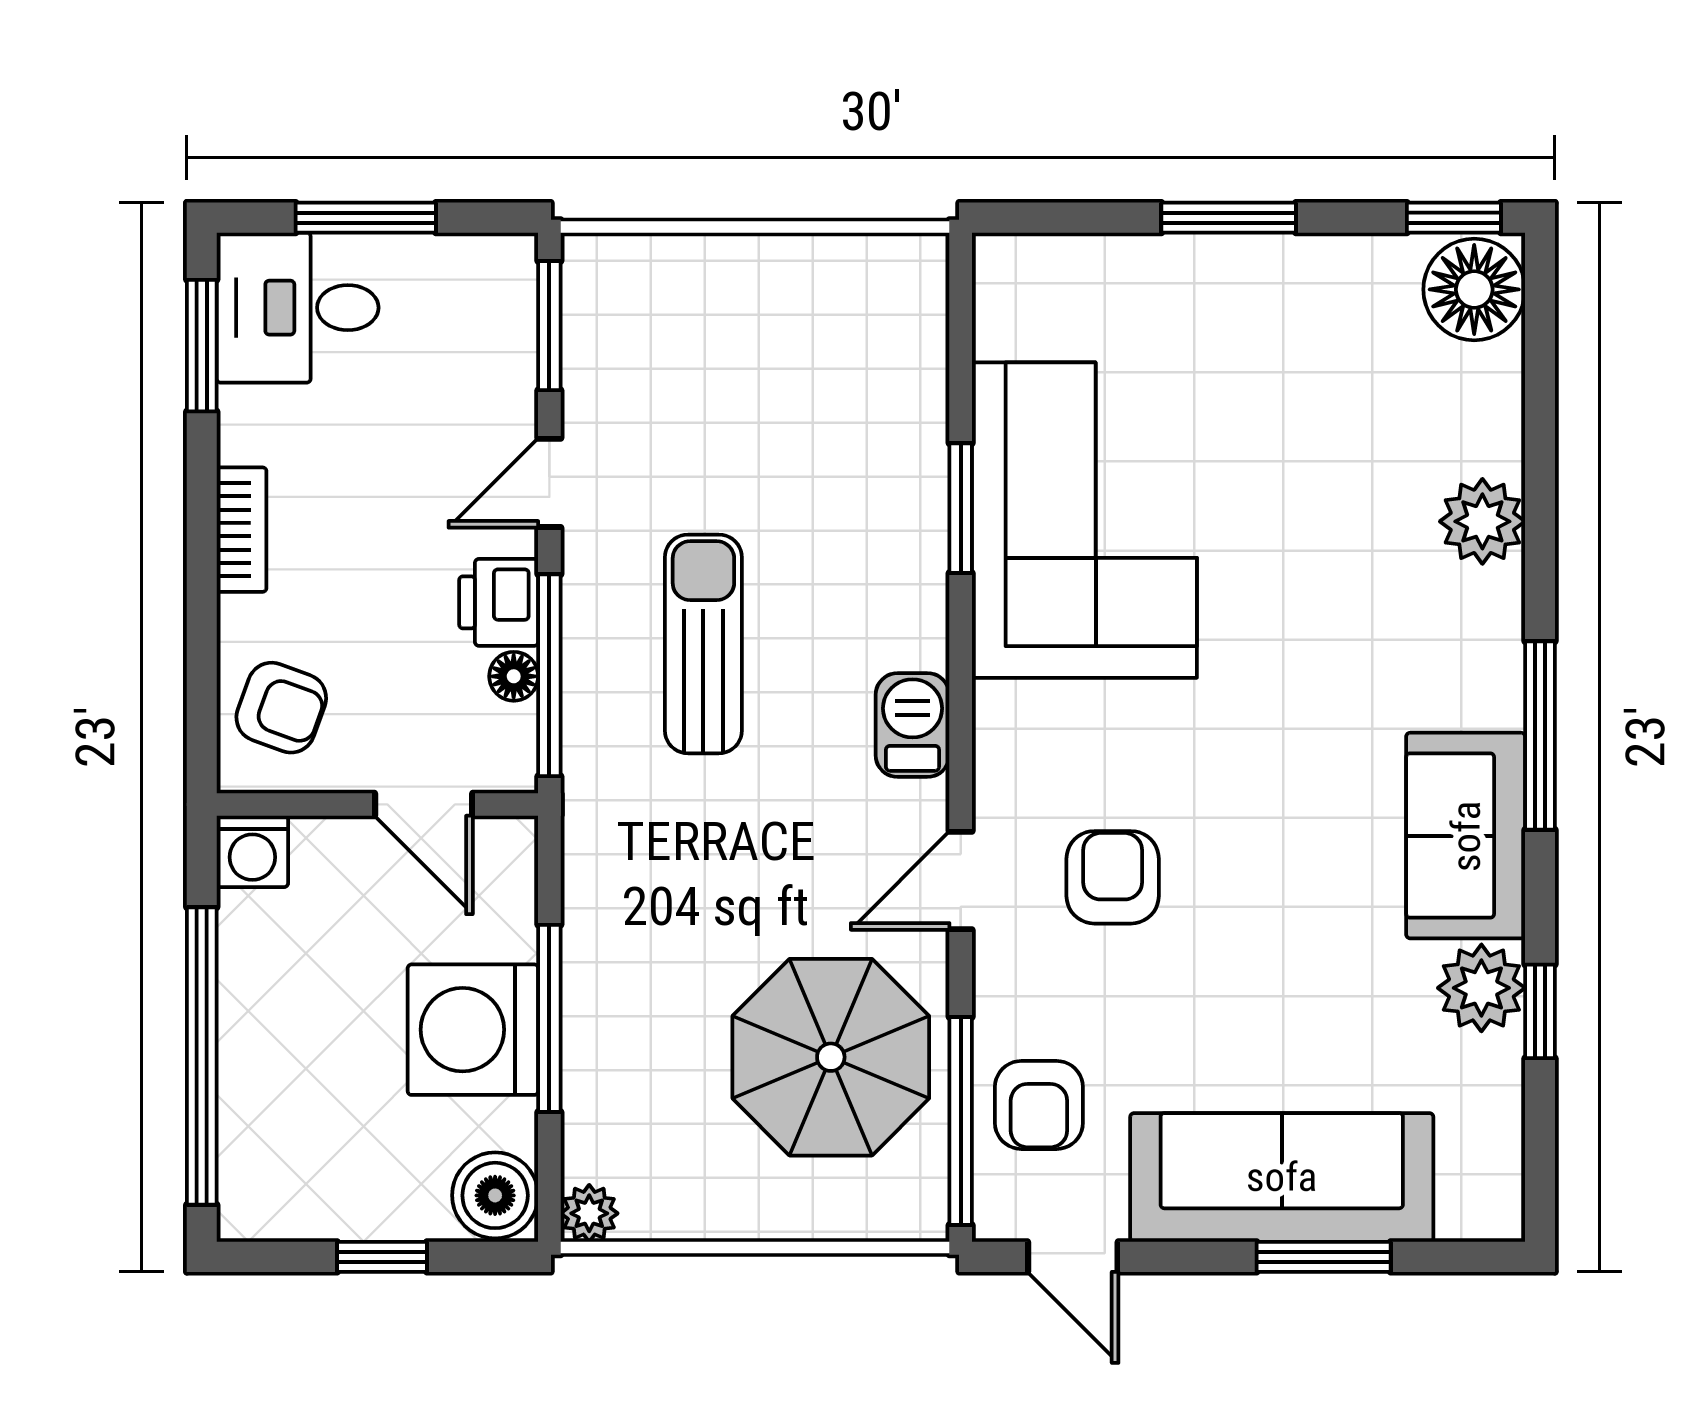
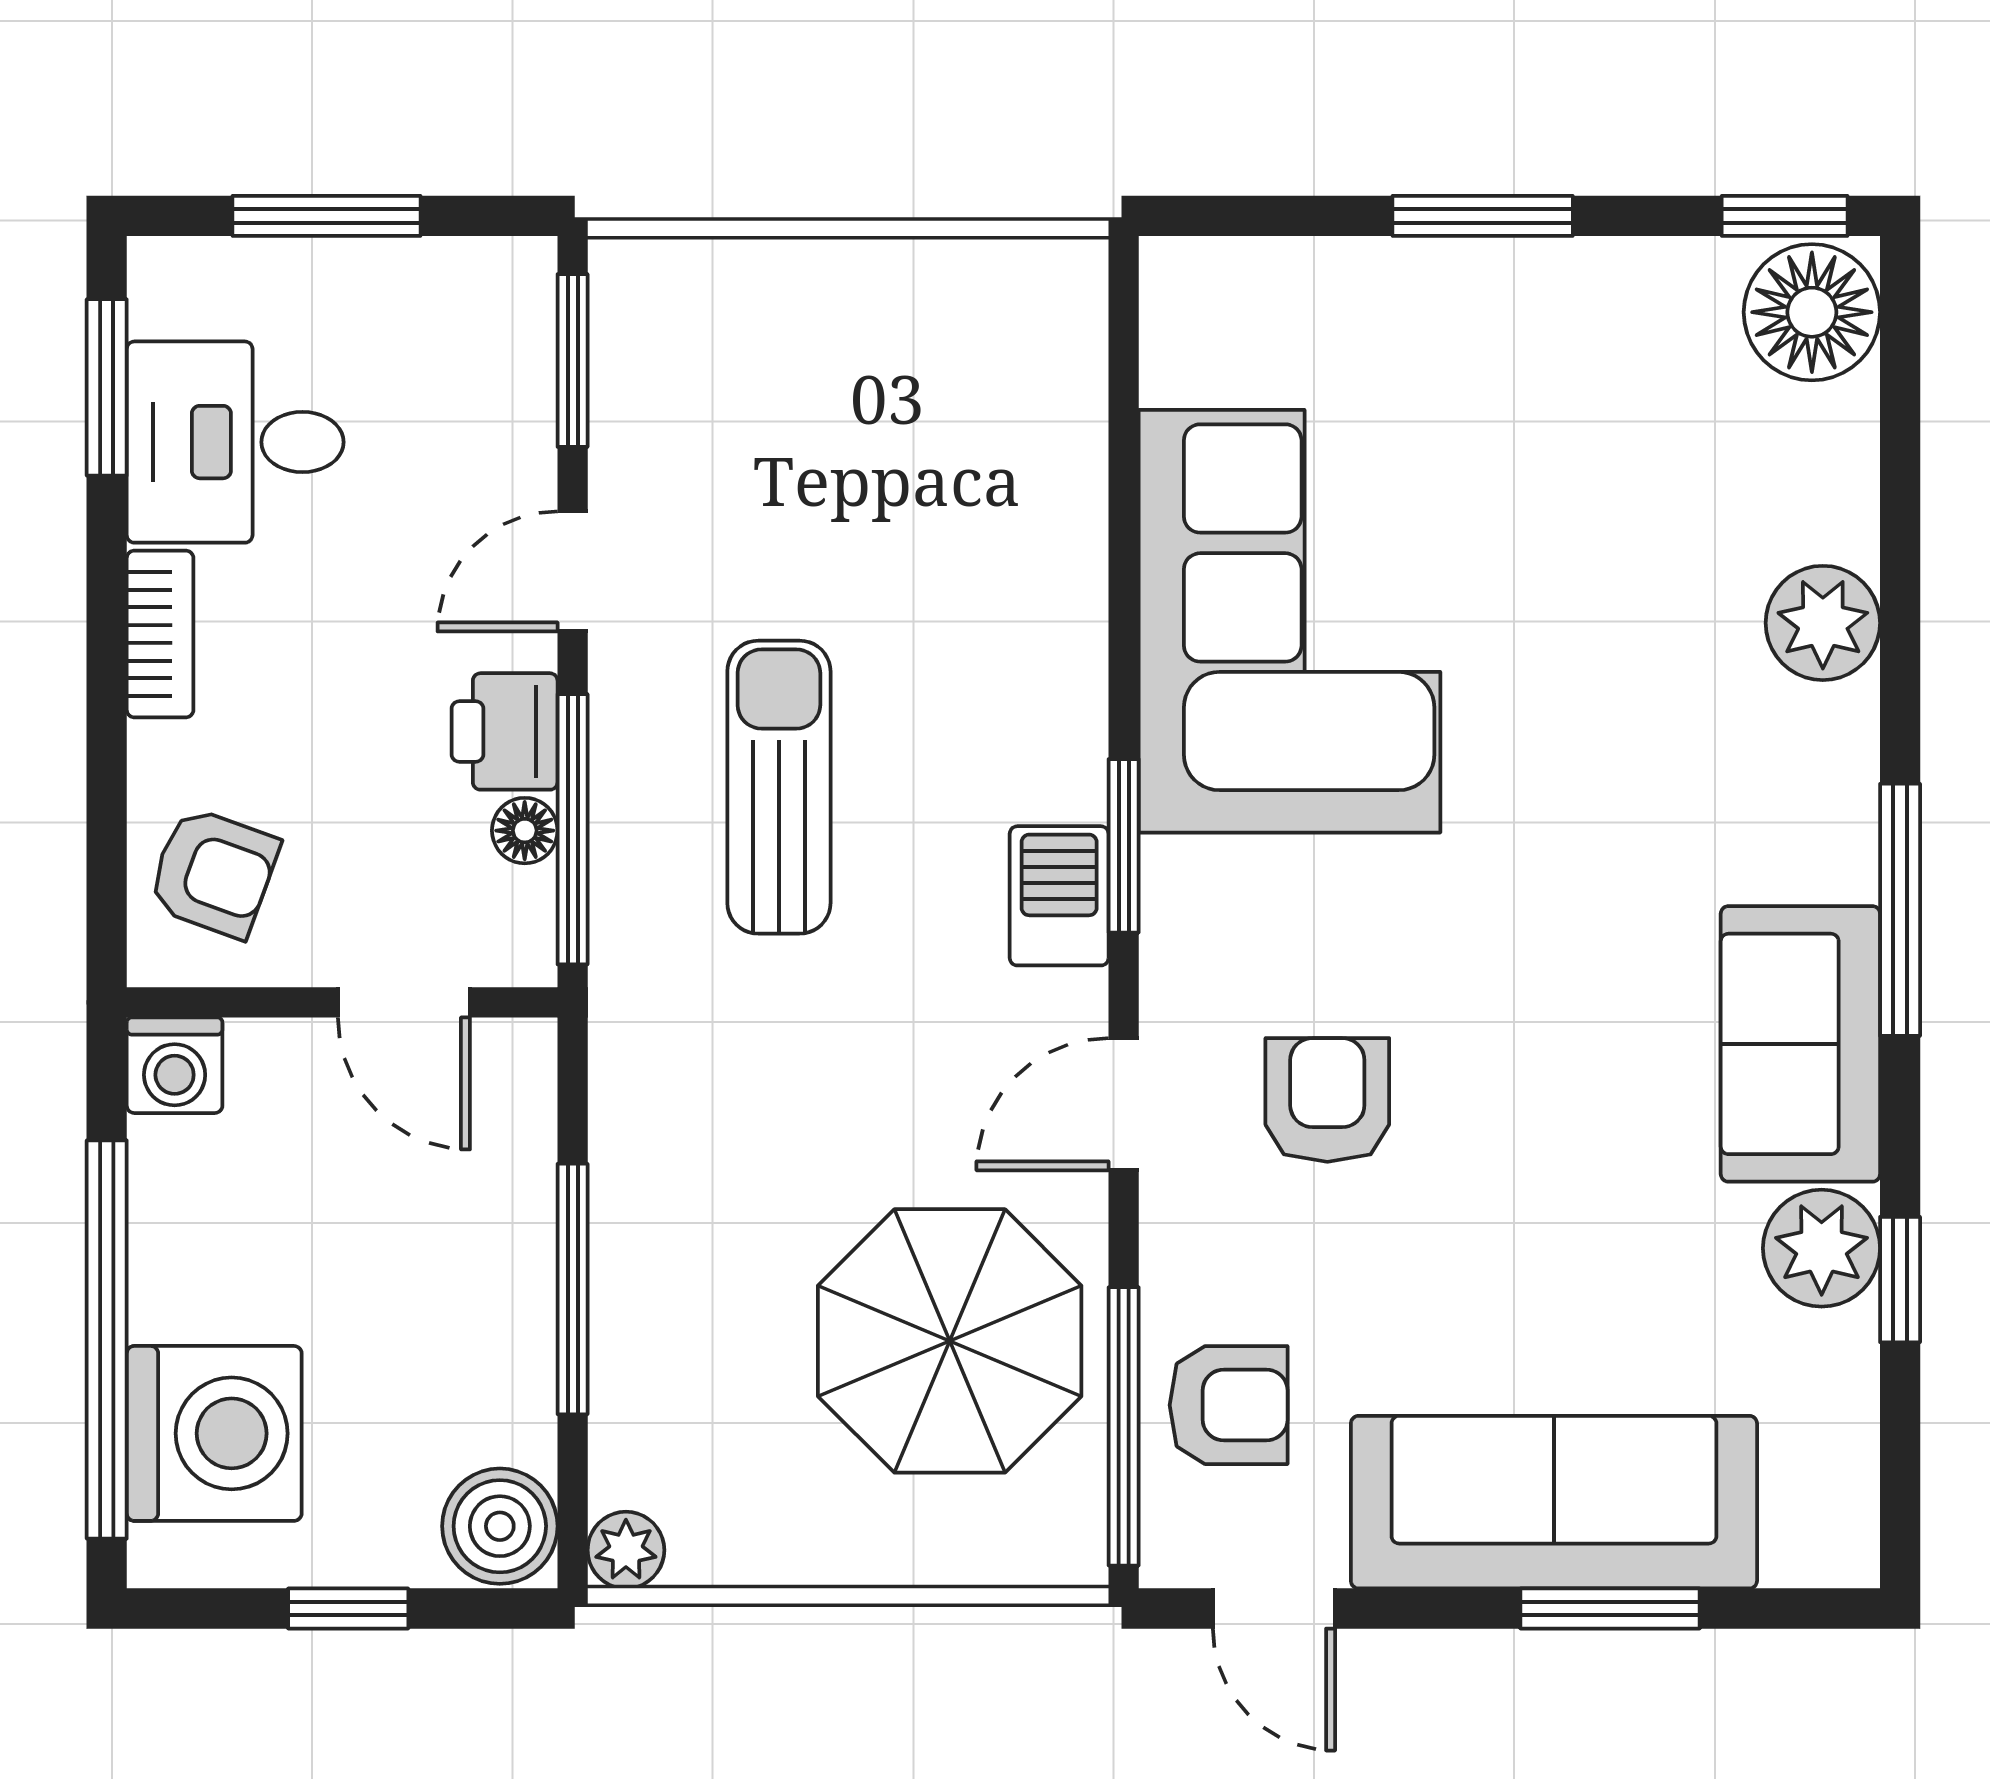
desk: (298, 308) -> (235, 442), moved
window: (961, 508) -> (1124, 846), moved
washing machine: (473, 1030) -> (214, 1433), moved, turned 180
armchair: (1039, 1105) -> (1229, 1405), turned -90

